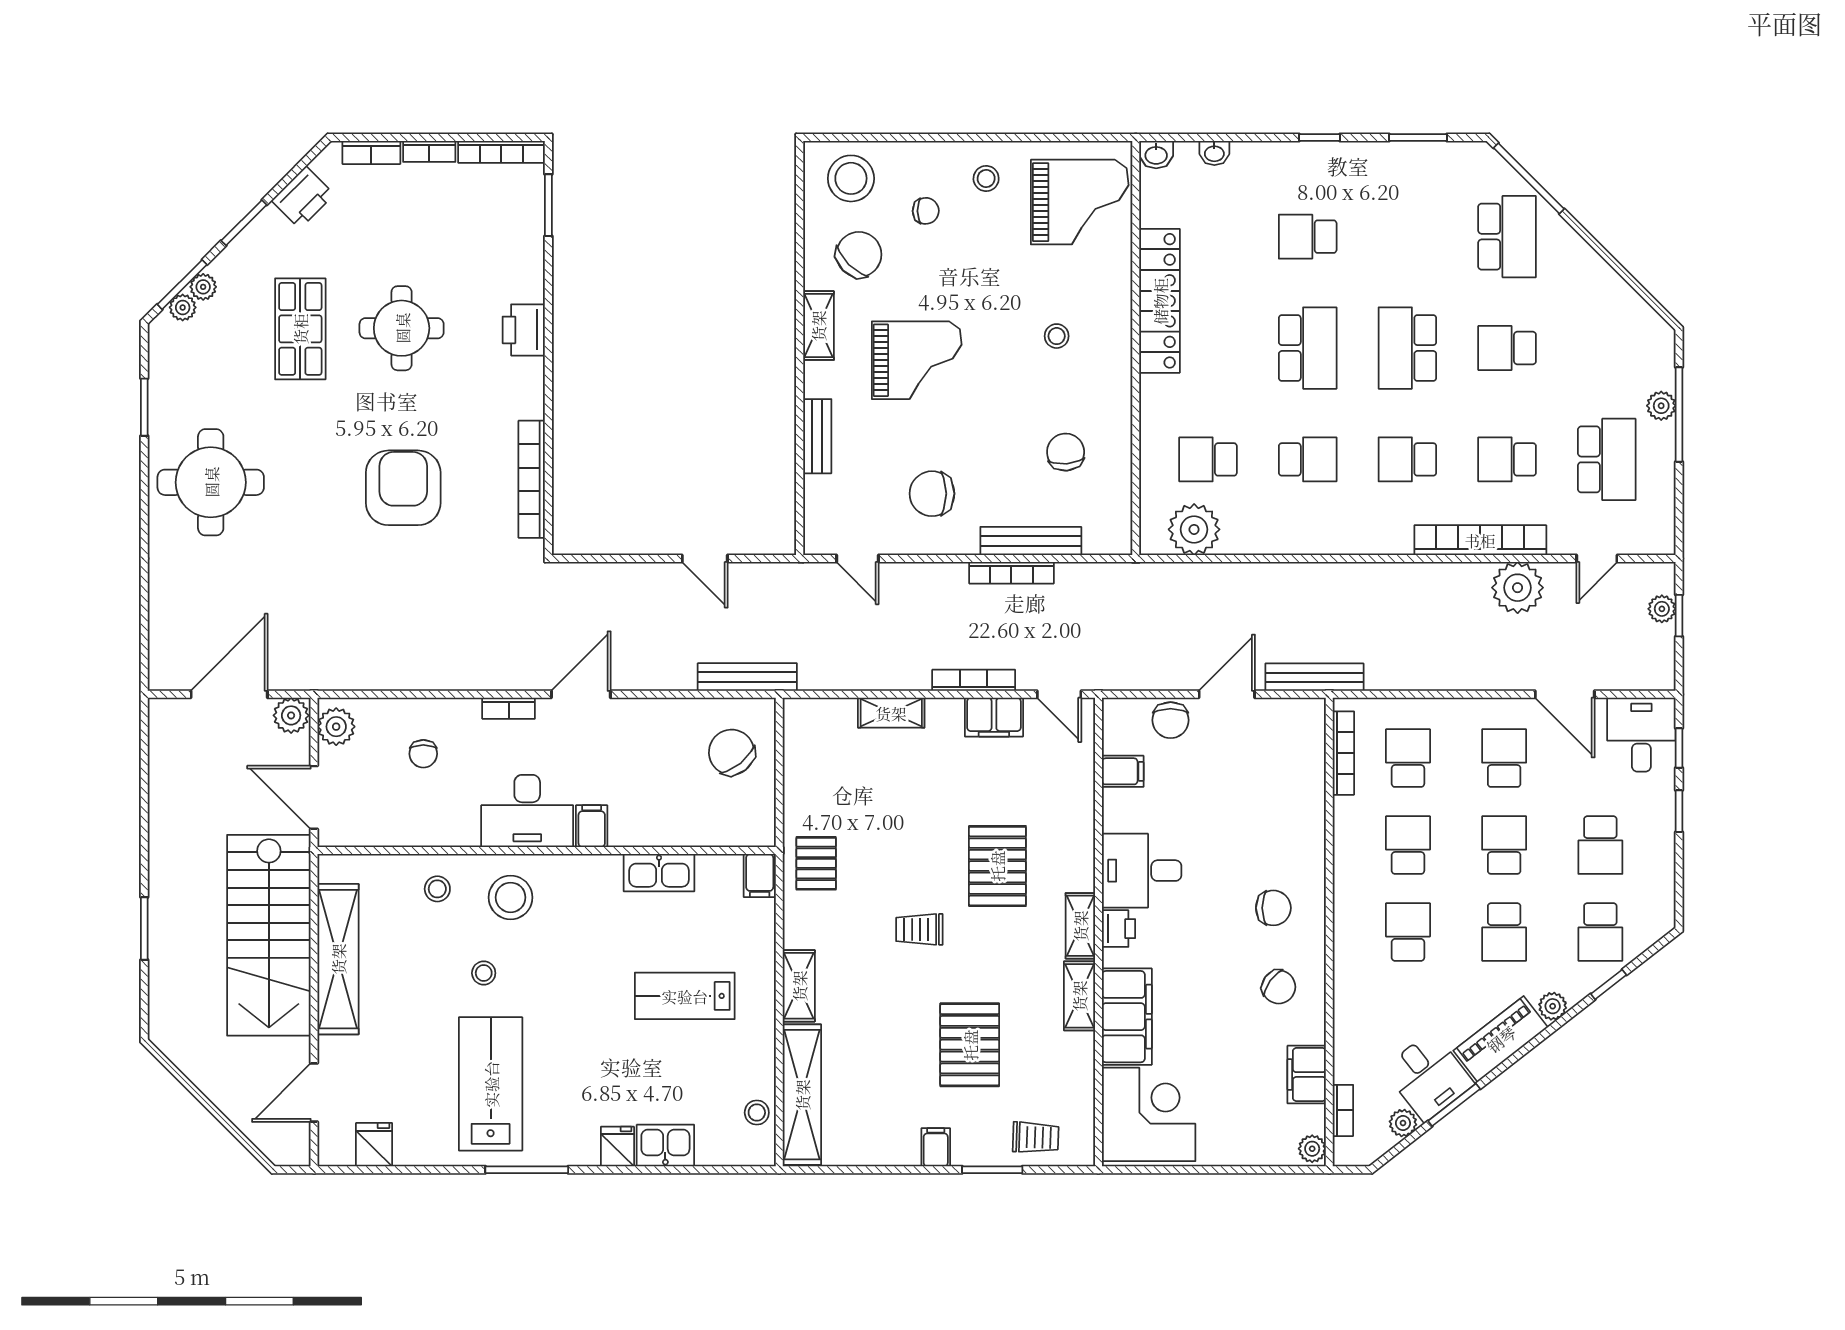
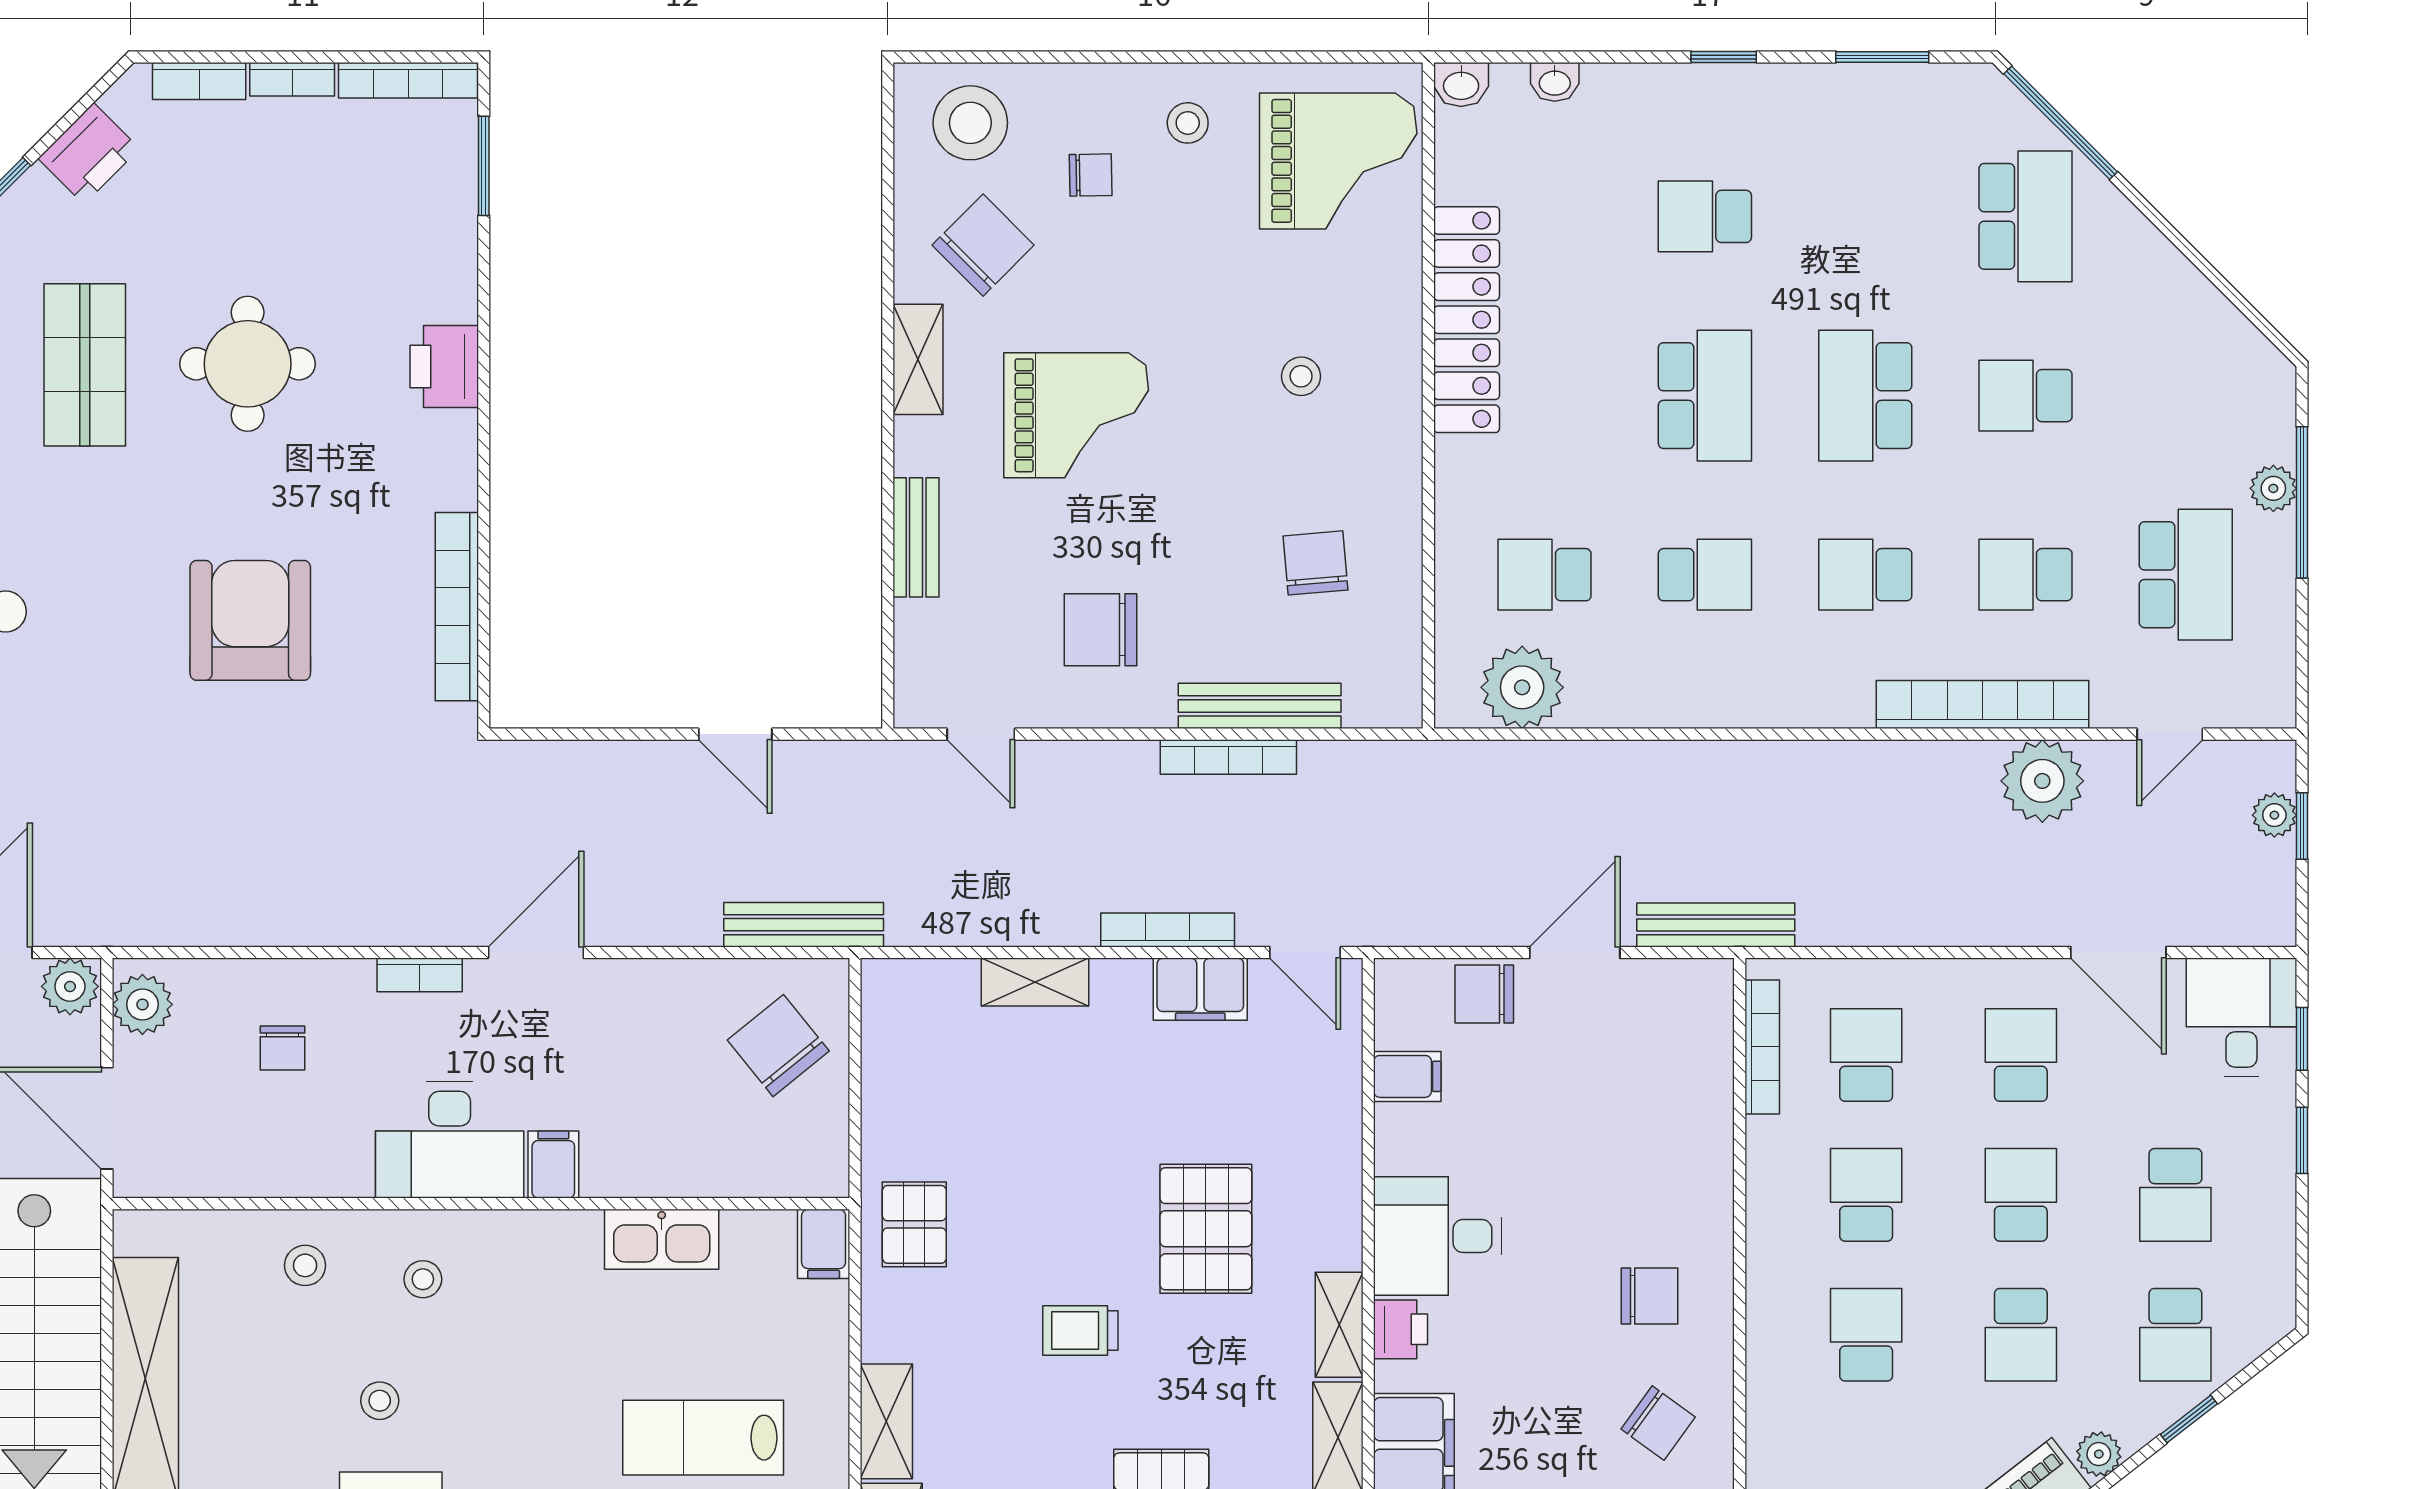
chair: (1171, 720) -> (1484, 994), turned 90
stool: (511, 897) -> (423, 1279), width x0.53, depth x0.53

